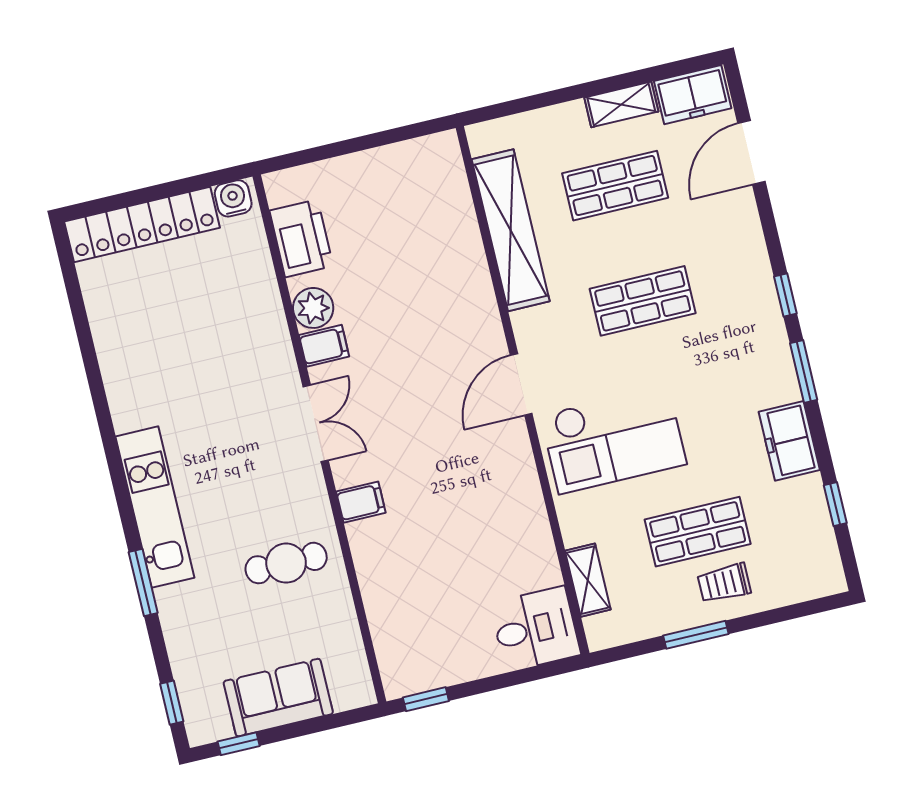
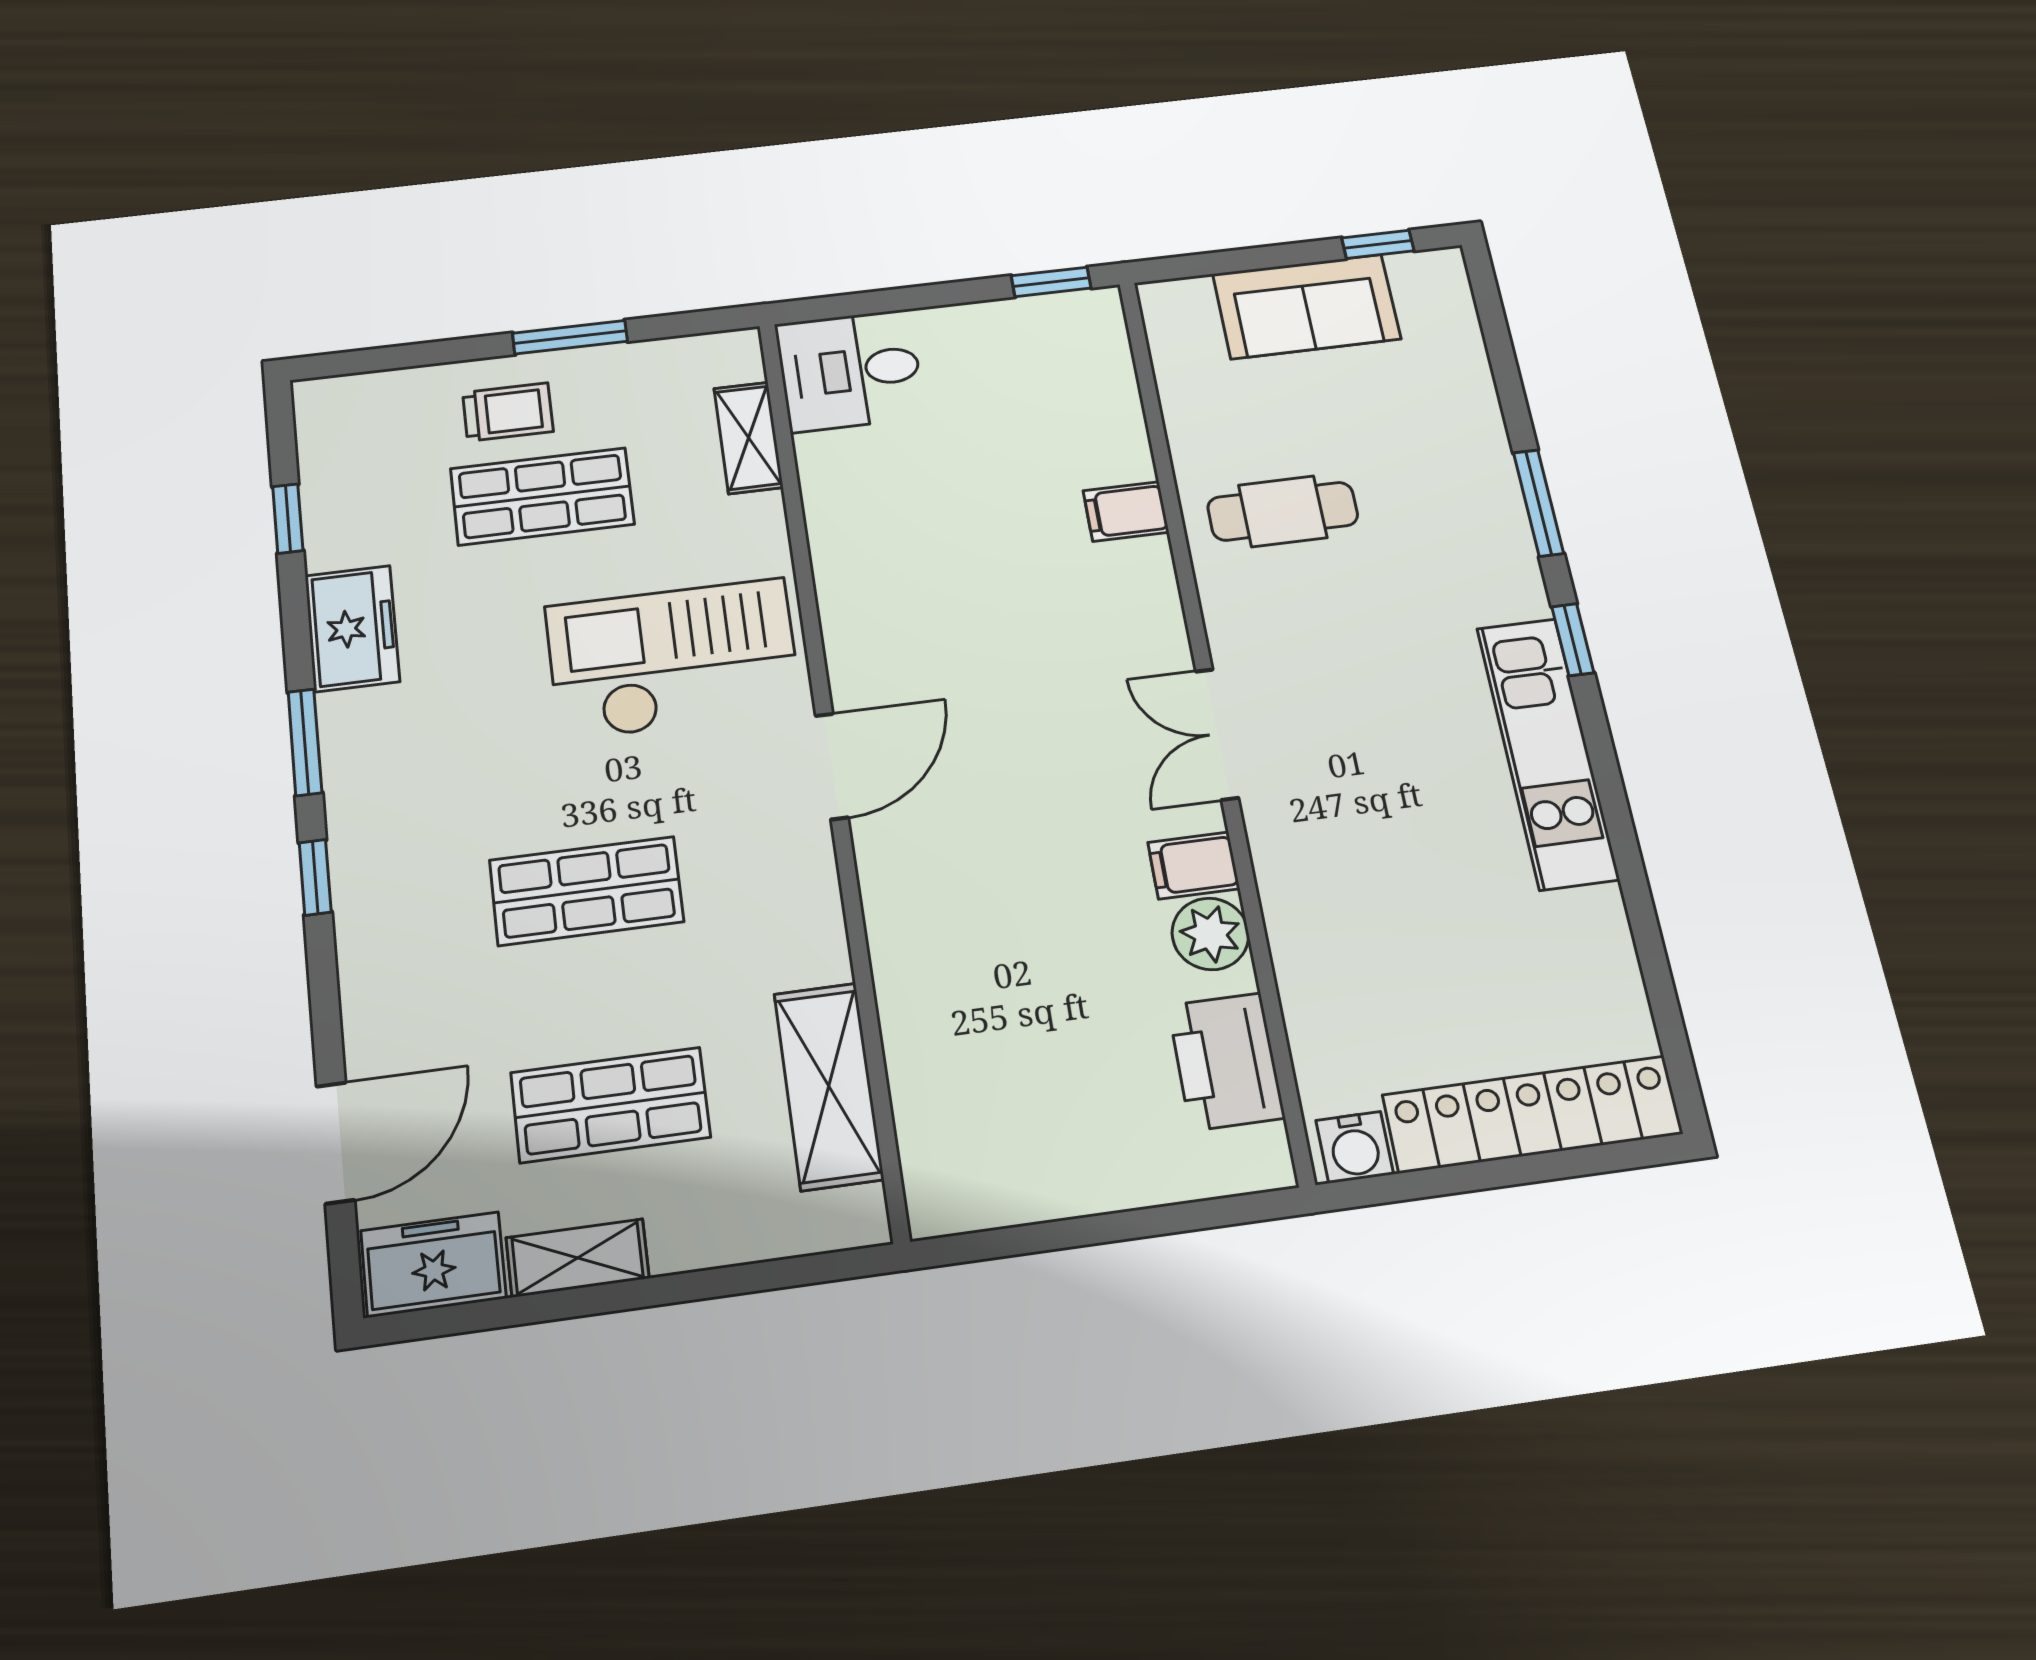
shelving: (511, 230) -> (829, 1086), width x0.68
filing cabinet: (361, 502) -> (1126, 511), moved
kitchen unit: (155, 507) -> (1547, 752), moved
window: (172, 703) -> (1573, 640), moved

